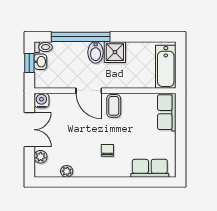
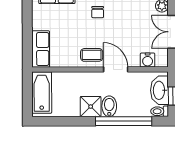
washbasin: (40, 62) -> (159, 90), width x1.91, depth x1.45
water cooler: (41, 100) -> (148, 60), moved
coffee table: (114, 106) -> (92, 55), turned 90

